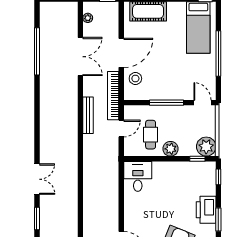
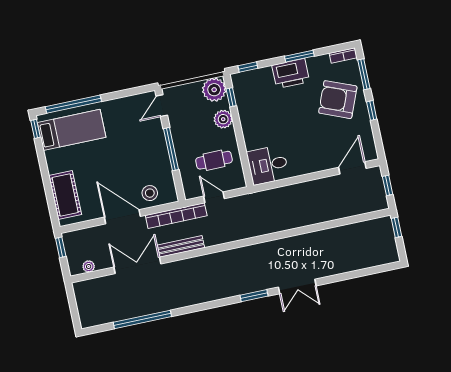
window: (218, 53) -> (73, 104), moved
bench: (88, 115) -> (181, 246), moved
plant: (171, 149) -> (223, 119), moved
double door: (37, 179) -> (297, 287), swing flipped
window: (37, 219) -> (254, 296), moved

